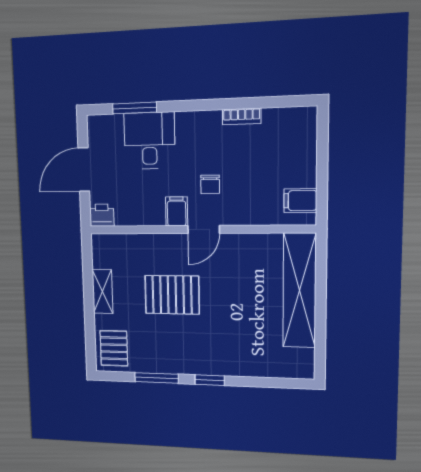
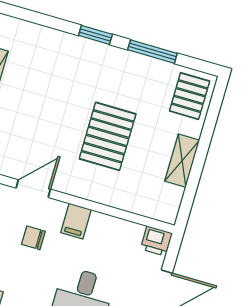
chair: (210, 184) -> (33, 238), turned -90
door: (204, 229) -> (33, 189), moved
pallet: (172, 295) -> (108, 136), turned 90

